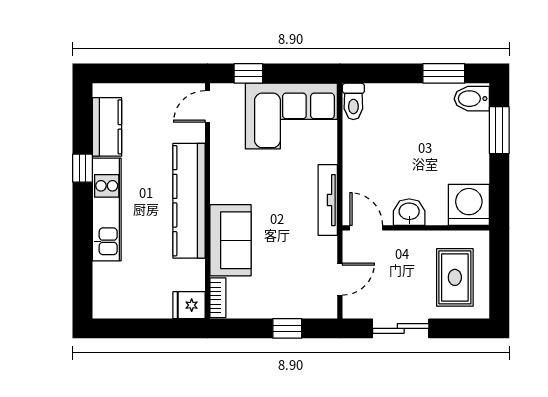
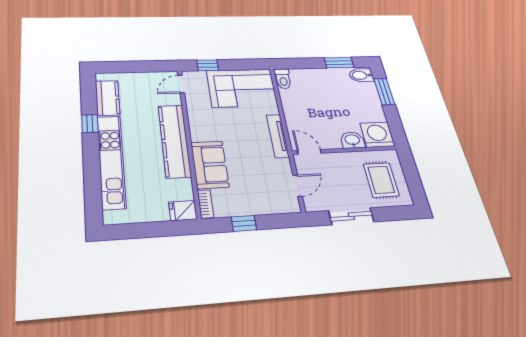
kitchen unit: (107, 209) -> (111, 161), width x1.36
washbasin: (409, 212) -> (352, 140), moved
window: (287, 328) -> (244, 223), moved

